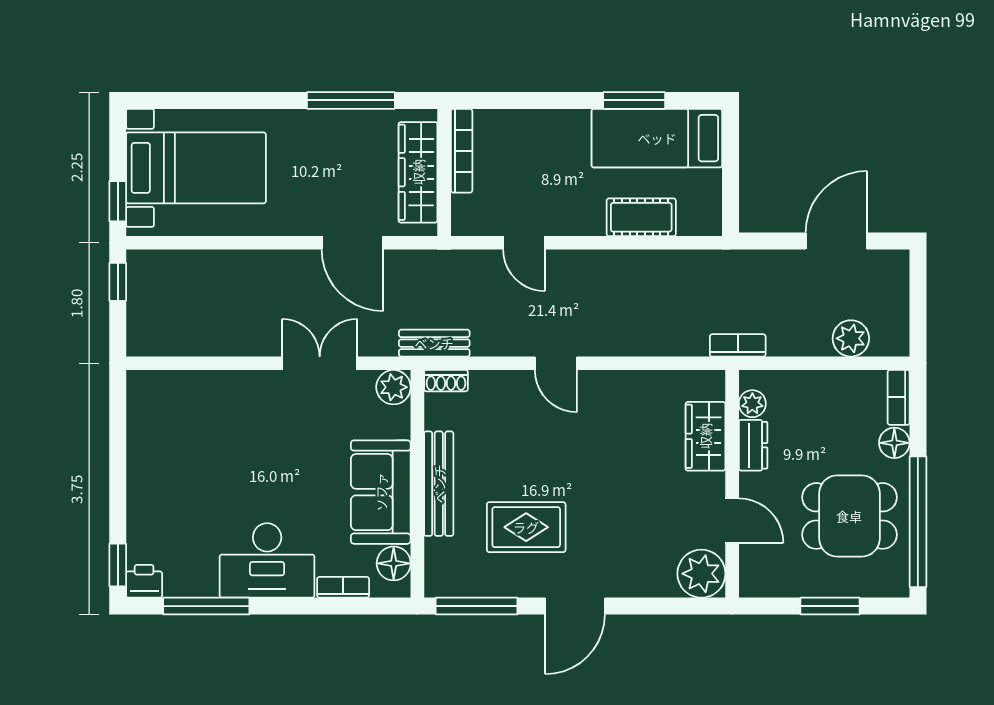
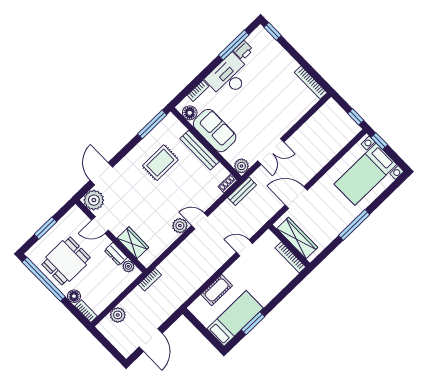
window: (351, 100) -> (354, 225), moved
plant: (597, 388) -> (180, 226), added
bookcase: (137, 415) -> (311, 83), added
printer: (144, 581) -> (243, 50), moved
door: (575, 606) -> (101, 174), moved

